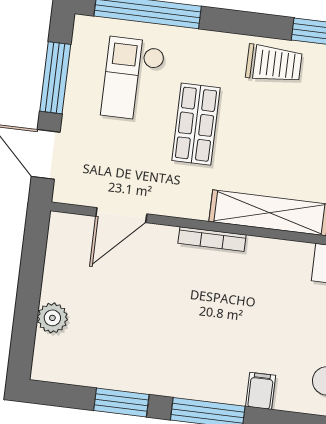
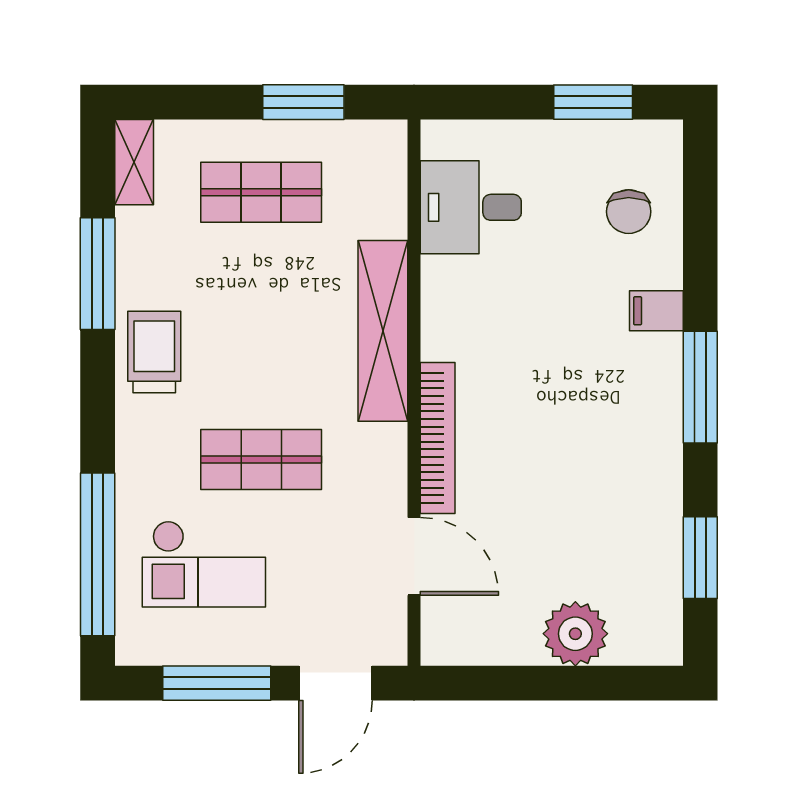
bookcase: (212, 239) -> (438, 438), width x1.48, depth x1.31
plant: (52, 318) -> (575, 634), width x1.36, depth x1.36
window: (121, 403) -> (700, 558), moved

